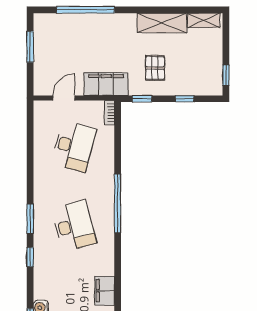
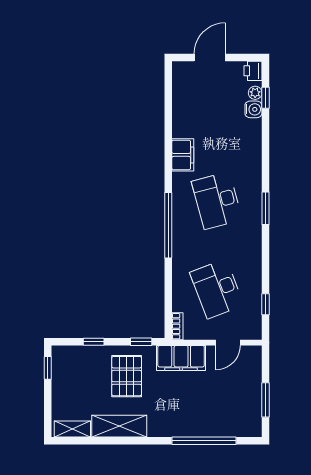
pallet: (155, 68) -> (127, 376), width x1.50, depth x1.42
desk: (74, 146) -> (217, 289), turned -36
window: (30, 257) -> (265, 304), moved
filing cabinet: (105, 291) -> (183, 155), moved

